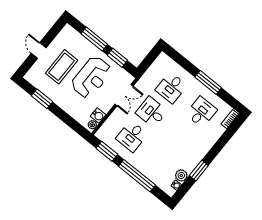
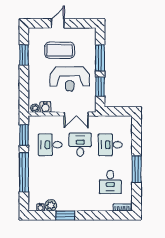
desk: (201, 112) -> (110, 182), turned 90

